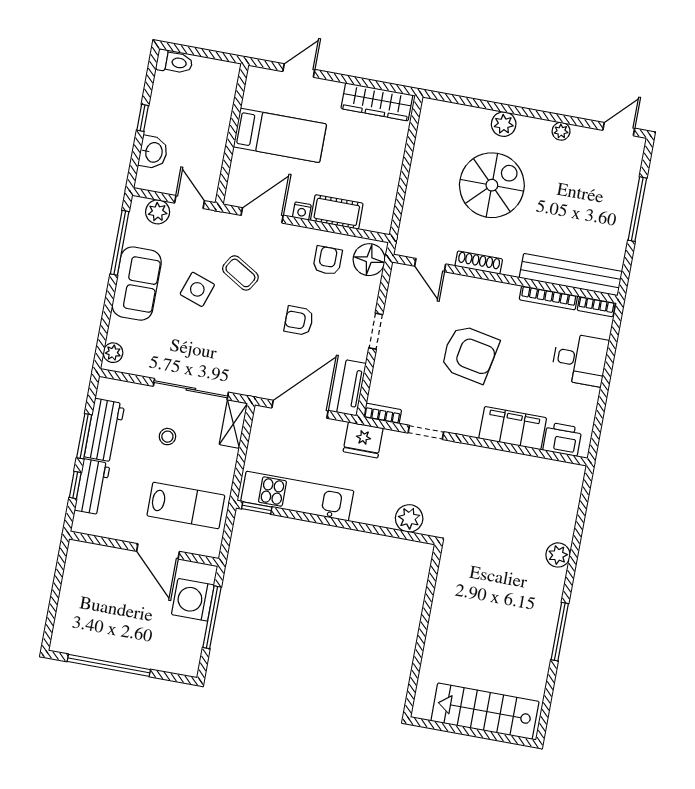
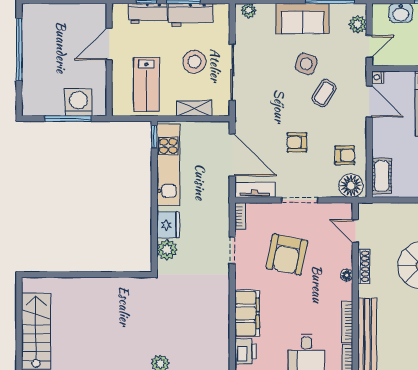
nightstand: (302, 211) -> (378, 77), moved
cot: (337, 212) -> (382, 176), moved
door: (430, 265) -> (355, 231), hinge flipped
floor lamp: (486, 287) -> (347, 275), added
armchair: (299, 321) -> (297, 142), turned -90
doorway: (376, 331) -> (300, 200), width x1.38
armchair: (469, 354) -> (287, 255), moved
shelving: (233, 424) -> (194, 108), moved
stool: (167, 437) -> (194, 62), width x1.89, depth x1.89
fridge: (363, 440) -> (168, 225), moved, turned 180
door: (158, 551) -> (109, 44), moved

